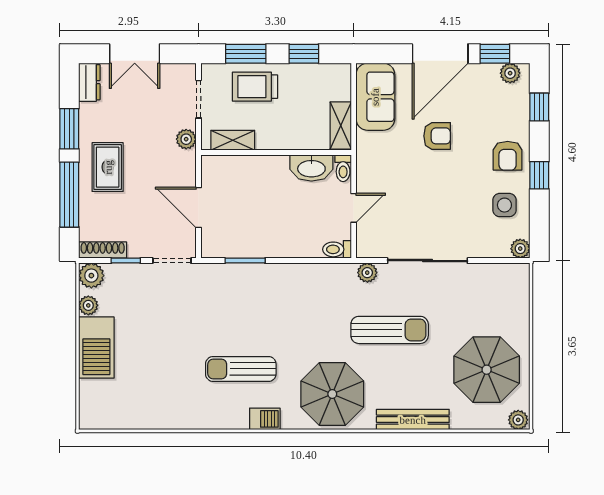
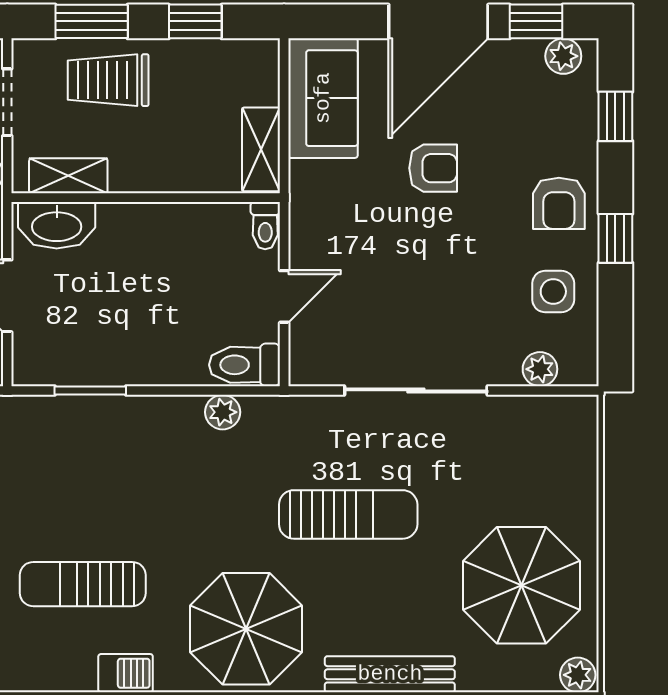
washbasin: (311, 168) -> (57, 225), moved
toilet: (337, 249) -> (245, 365), width x1.37, depth x1.39
plant: (520, 249) -> (540, 369), moved
plant: (367, 273) -> (223, 412), moved

